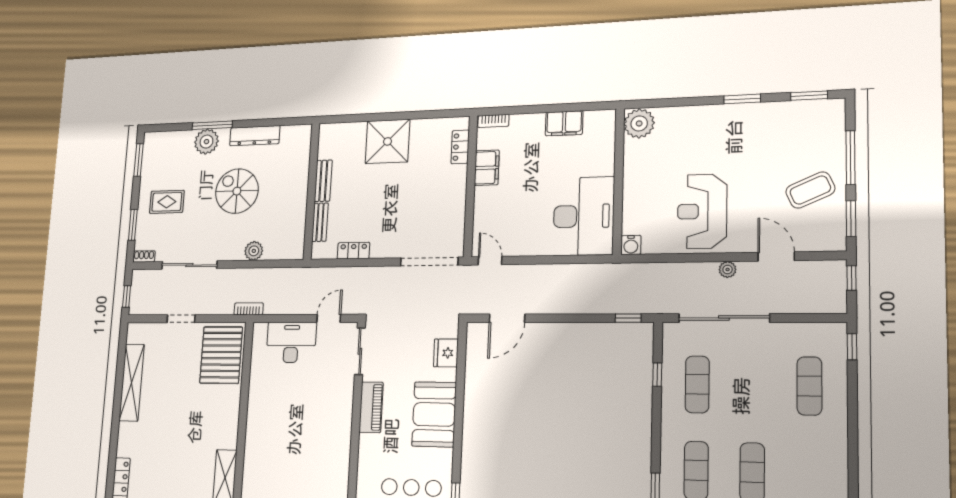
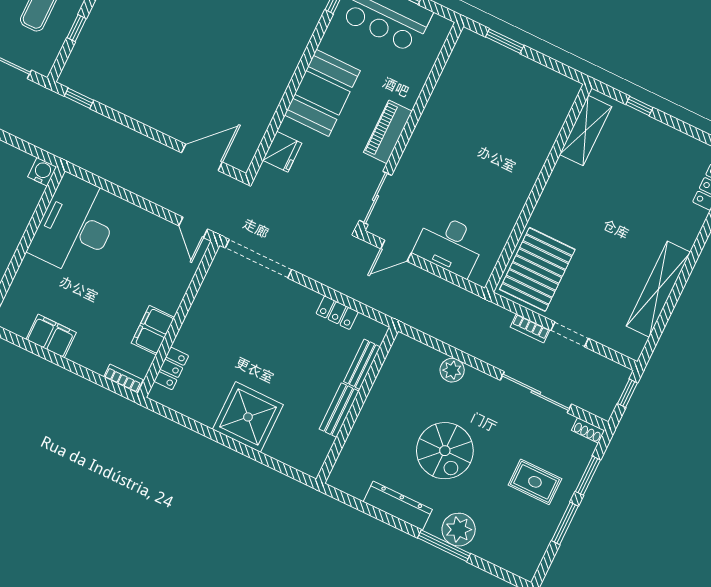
window: (139, 160) -> (565, 523), moved
bookcase: (249, 309) -> (530, 328), moved

